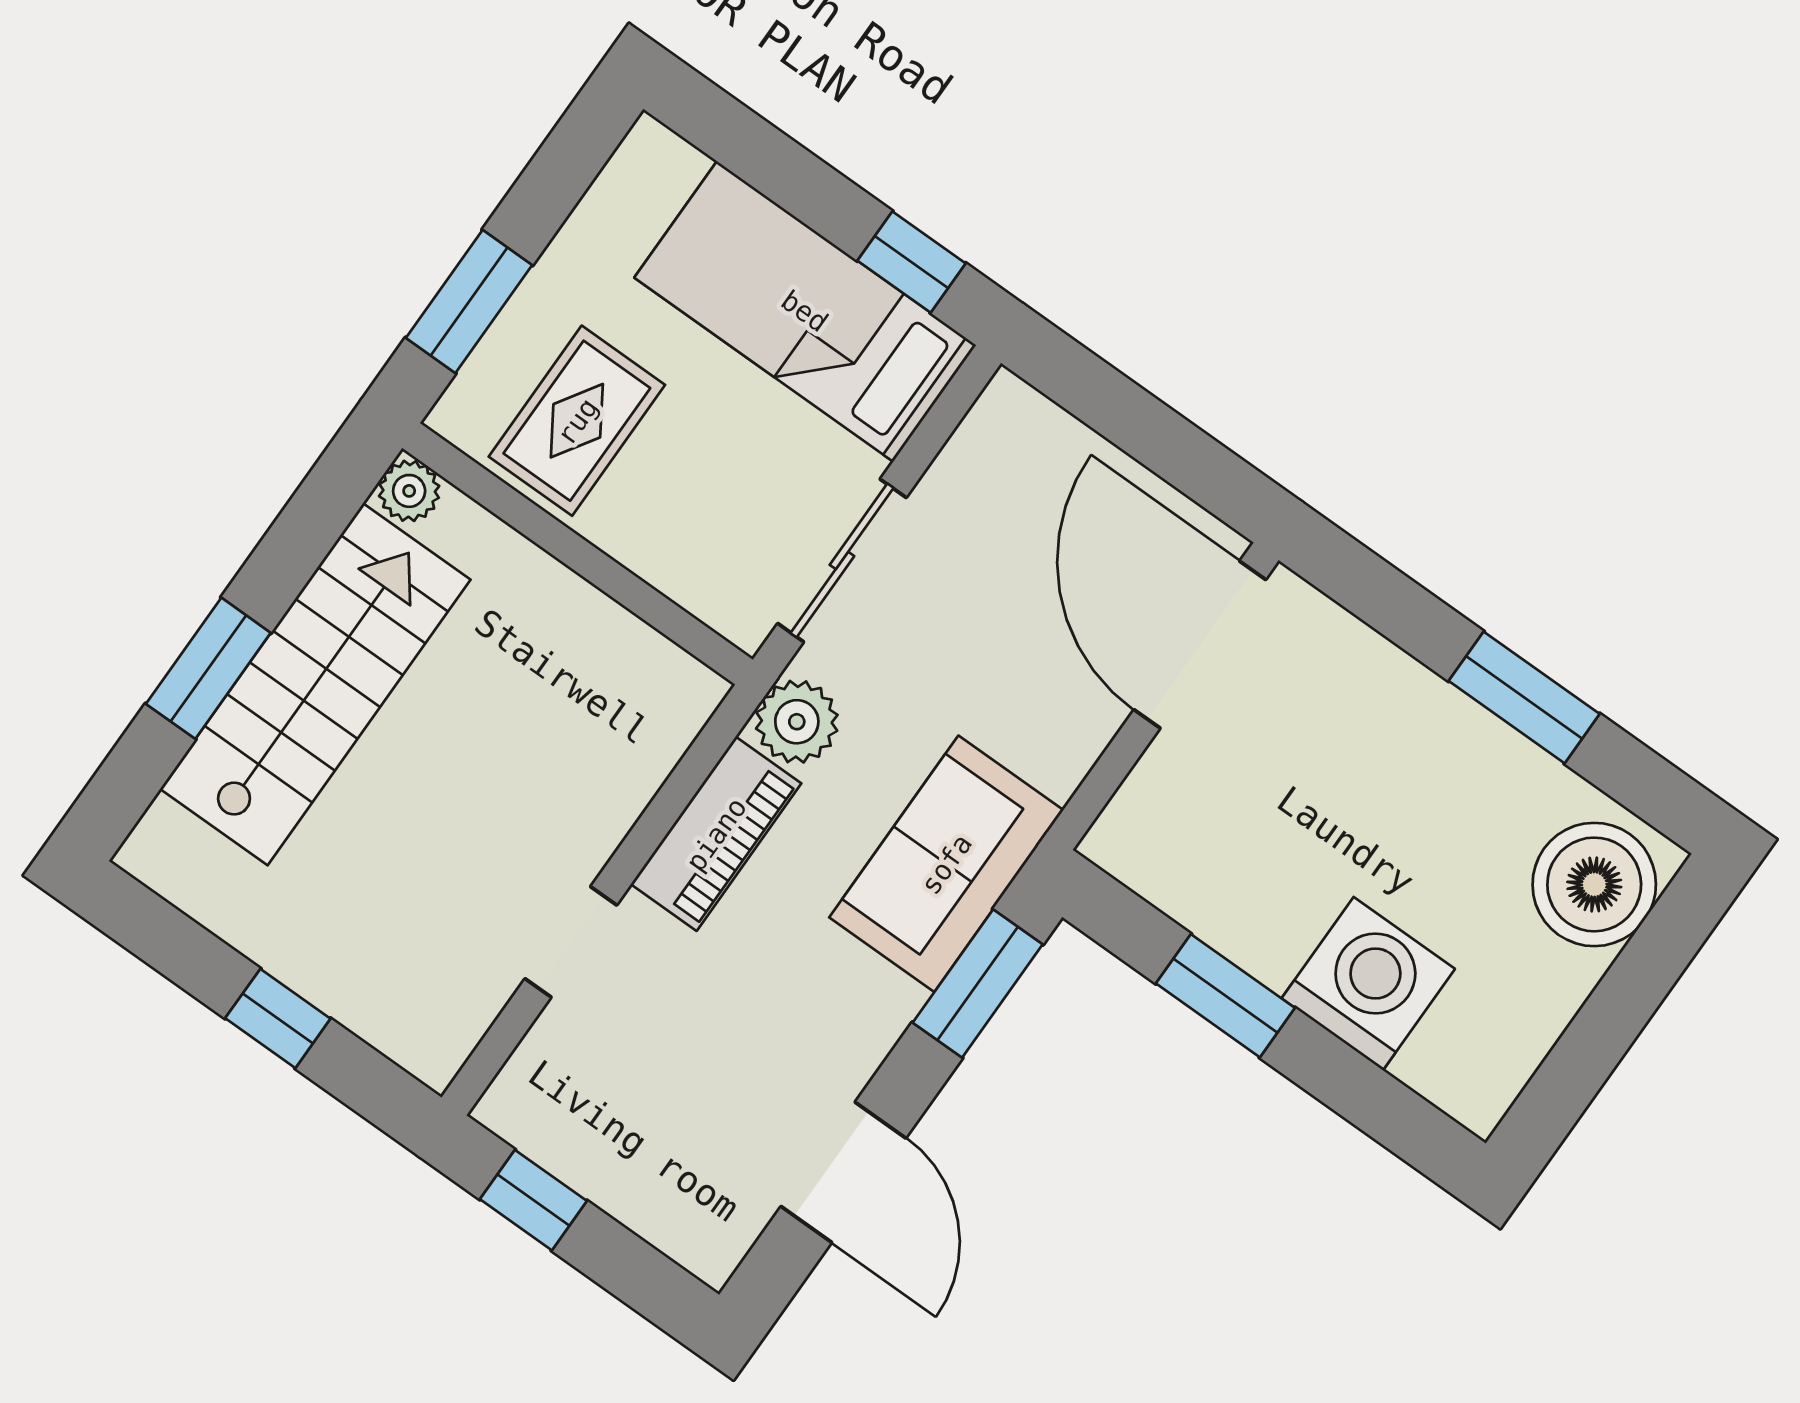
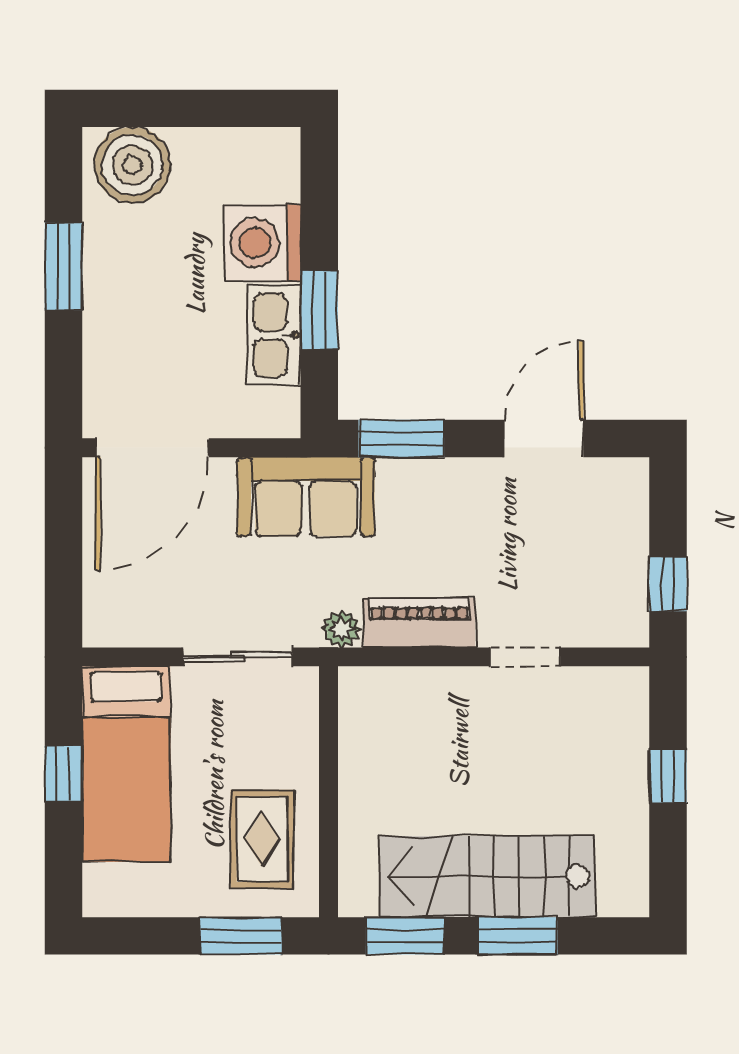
window: (912, 262) -> (64, 773), moved
rug: (577, 421) -> (262, 839), turned 90
plant: (409, 491) -> (357, 898), removed
window: (314, 519) -> (405, 936), added
plant: (797, 722) -> (342, 629), width x0.73, depth x0.73
sofa: (946, 864) -> (306, 497), moved
kitchen sink: (1235, 912) -> (274, 335), added

